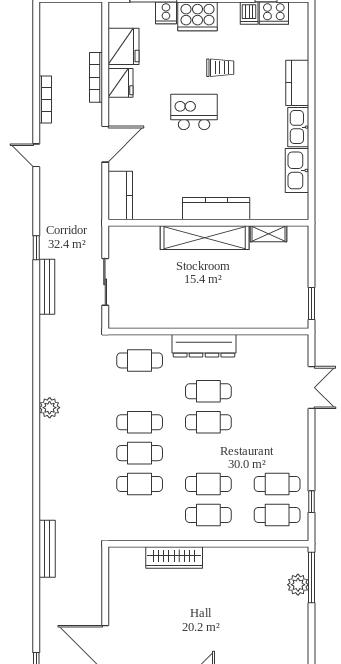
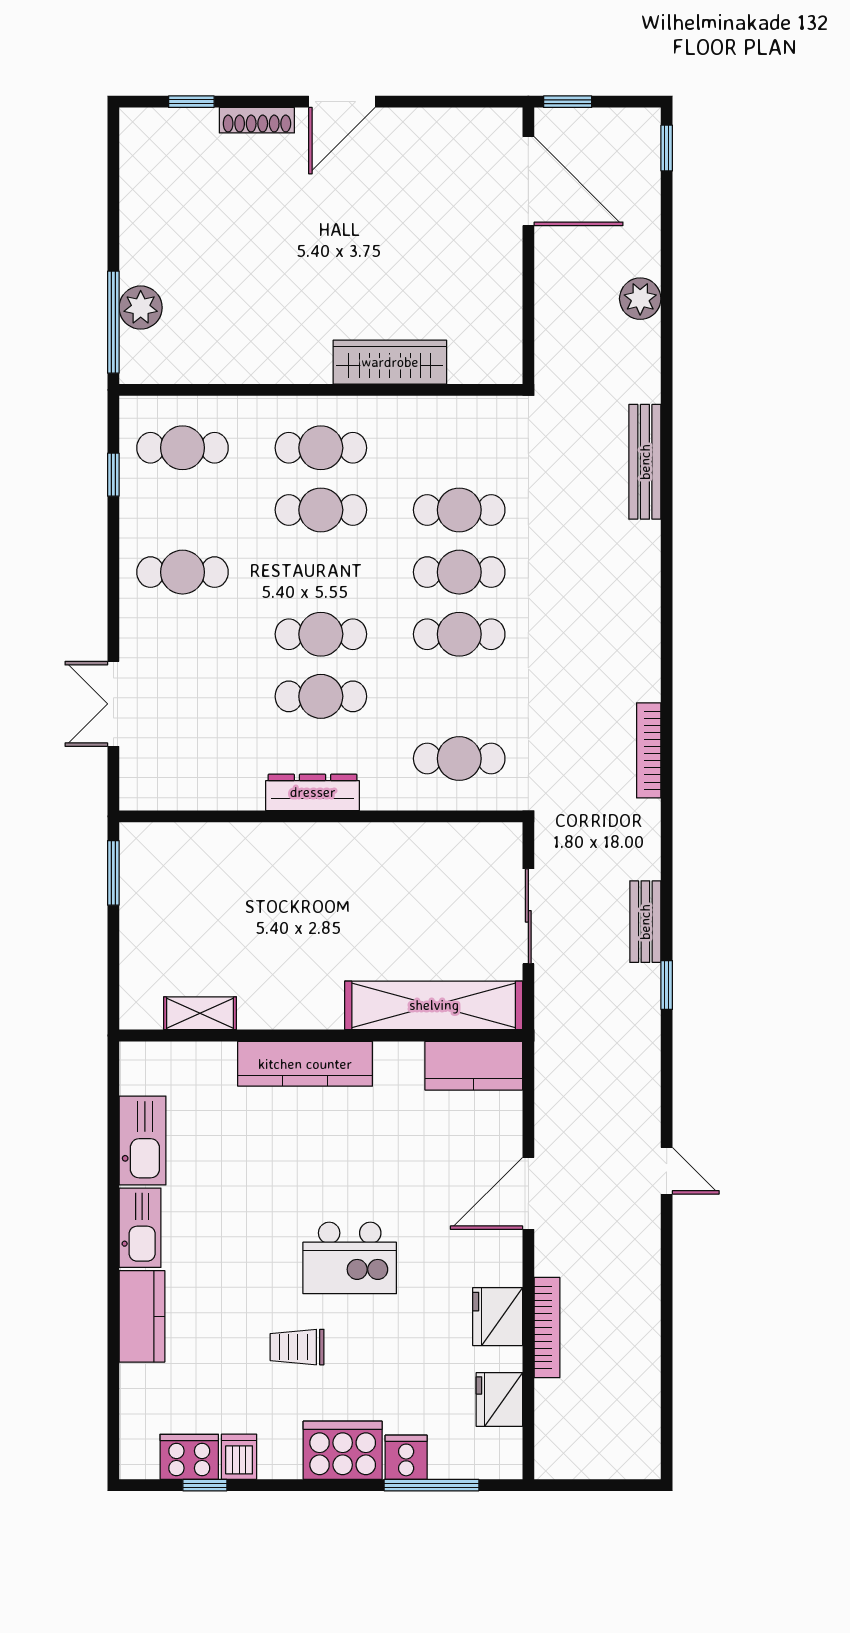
fridge: (123, 46) -> (499, 1400), width x0.73, depth x0.75
bookcase: (45, 99) -> (649, 750), moved
kitchen counter: (120, 195) -> (474, 1066), moved, turned -90
shelving: (205, 238) -> (434, 1005), moved
bench: (47, 287) -> (645, 922), width x0.73
dresser: (204, 346) -> (313, 792), width x0.73, depth x0.80
plant: (50, 408) -> (640, 299), moved
cafe table: (277, 484) -> (183, 572), moved
bench: (47, 549) -> (645, 462), moved

